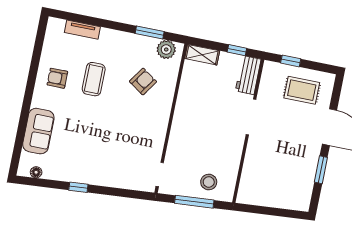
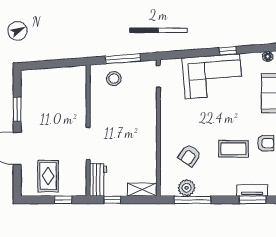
window: (84, 19) -> (253, 200), added
window: (150, 33) -> (192, 200), width x1.44
plant: (166, 49) -> (187, 188), moved
coffee table: (94, 79) -> (233, 149), turned 90
rug: (302, 90) -> (48, 176), turned 90
corner sofa: (101, 163) -> (212, 76), added

